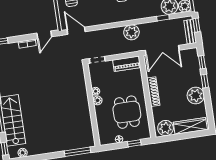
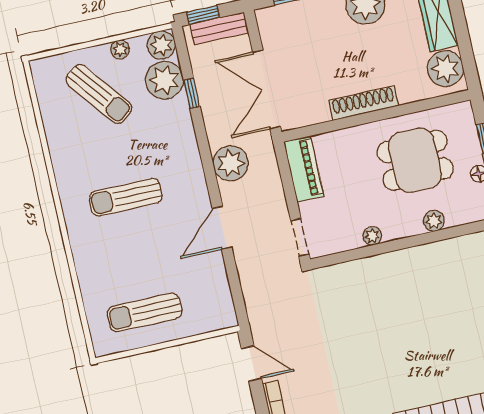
door: (76, 31) -> (222, 228), moved
double door: (162, 50) -> (267, 89), swing flipped
plant: (97, 100) -> (434, 221), moved

